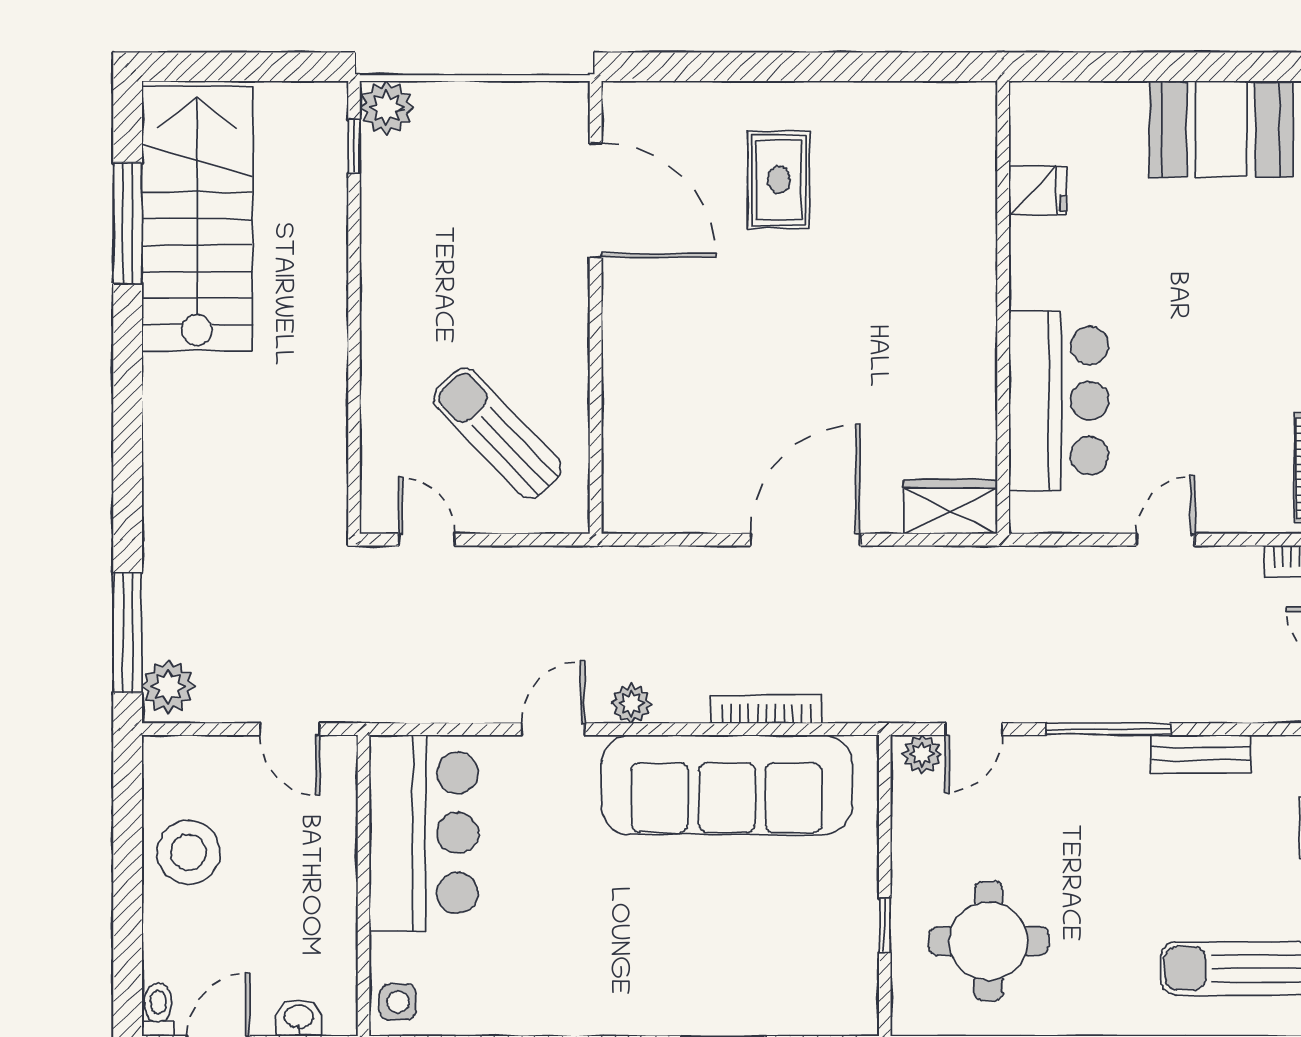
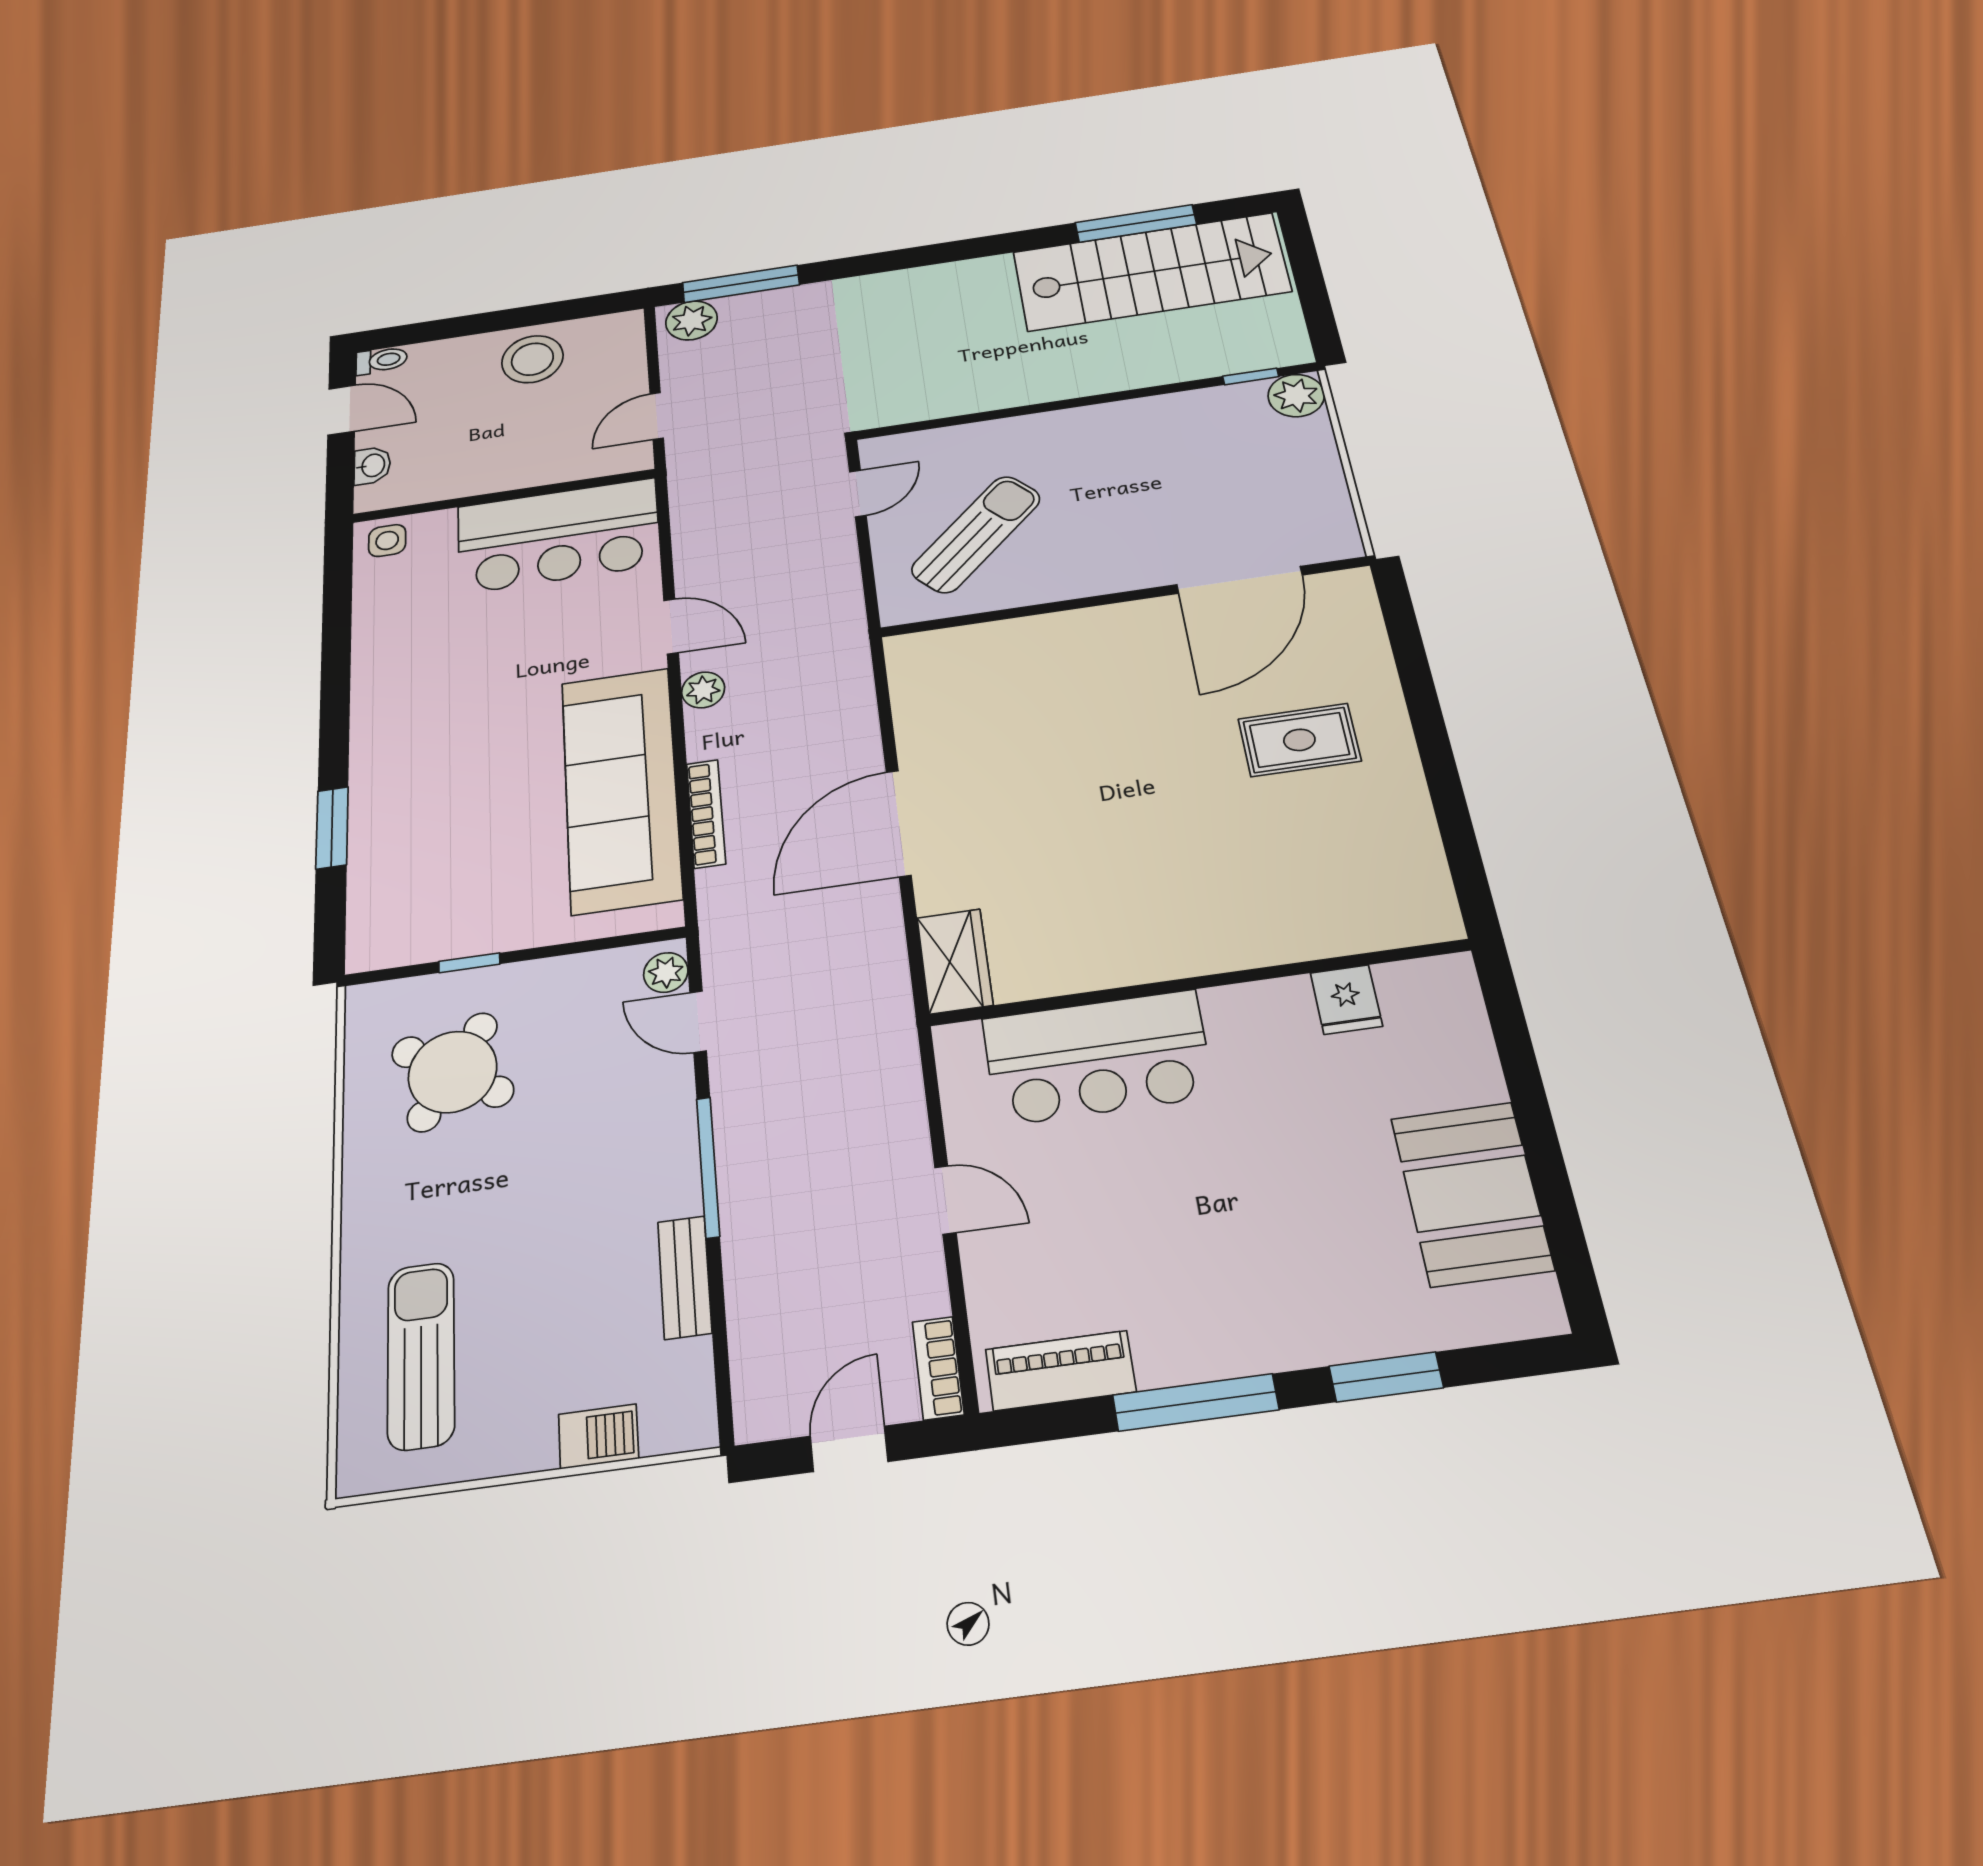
door: (805, 540) -> (899, 823), swing flipped
round table: (988, 941) -> (453, 1072), turned 33

